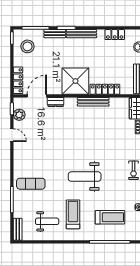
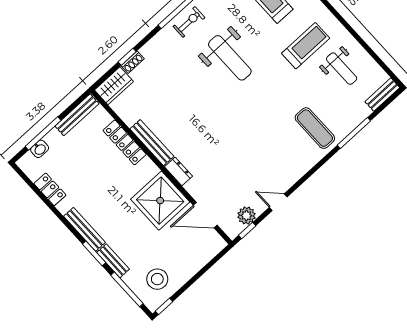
locker: (18, 80) -> (207, 254), removed
shower: (75, 81) -> (160, 201), moved
dresser: (56, 102) -> (179, 171), moved
door: (12, 135) -> (278, 202), hinge flipped
weight bench: (85, 177) -> (230, 58), moved
treadmill: (73, 214) -> (306, 46), turned 180
weight bench: (47, 221) -> (342, 69), turned 180

